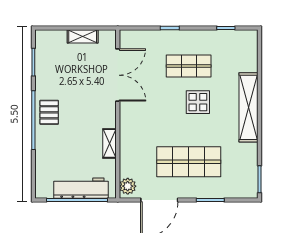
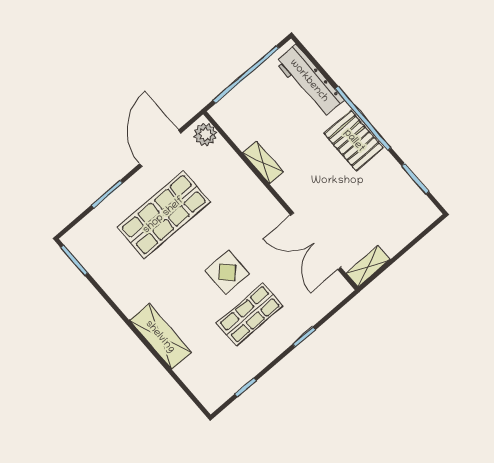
shelving: (83, 36) -> (368, 266), moved
display table: (198, 102) -> (227, 272), moved
shelving: (248, 107) -> (160, 337), width x0.68
pallet: (49, 112) -> (354, 141), width x1.50, depth x1.42
workbench: (81, 188) -> (309, 81), moved, turned 90

